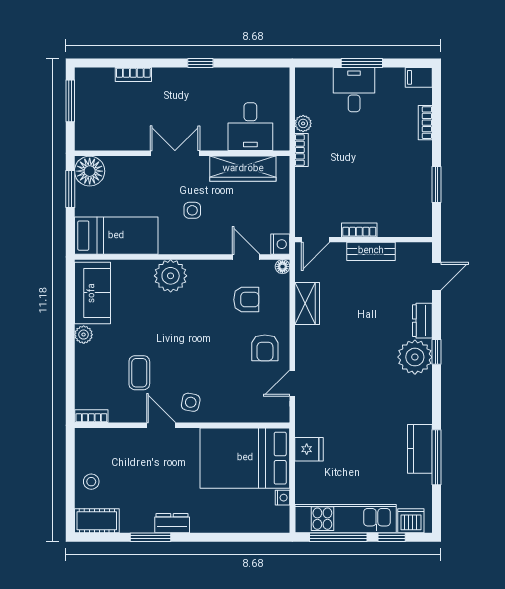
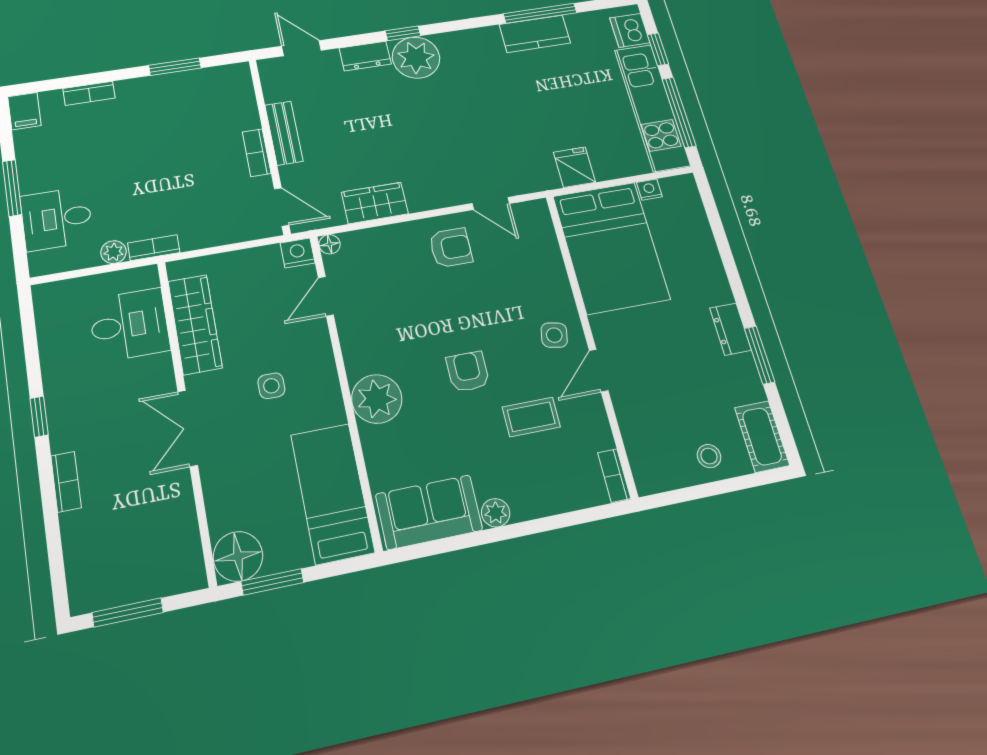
bookcase: (133, 75) -> (66, 482), moved
desk: (354, 90) -> (57, 219), moved
armchair: (246, 300) -> (468, 372), moved

